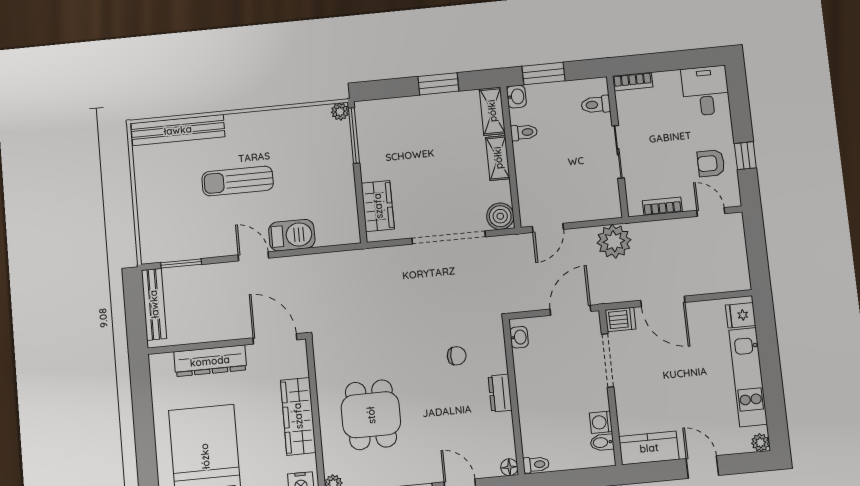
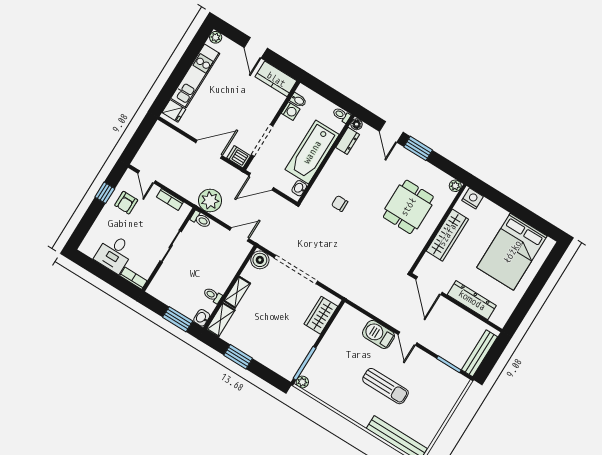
desk: (706, 91) -> (114, 253), moved
toilet: (596, 105) -> (201, 220), moved
armchair: (711, 163) -> (126, 203), turned 90
door: (663, 301) -> (209, 149), hinge flipped
dresser: (500, 393) -> (348, 141), moved
bathtub: (537, 393) -> (312, 152), added

